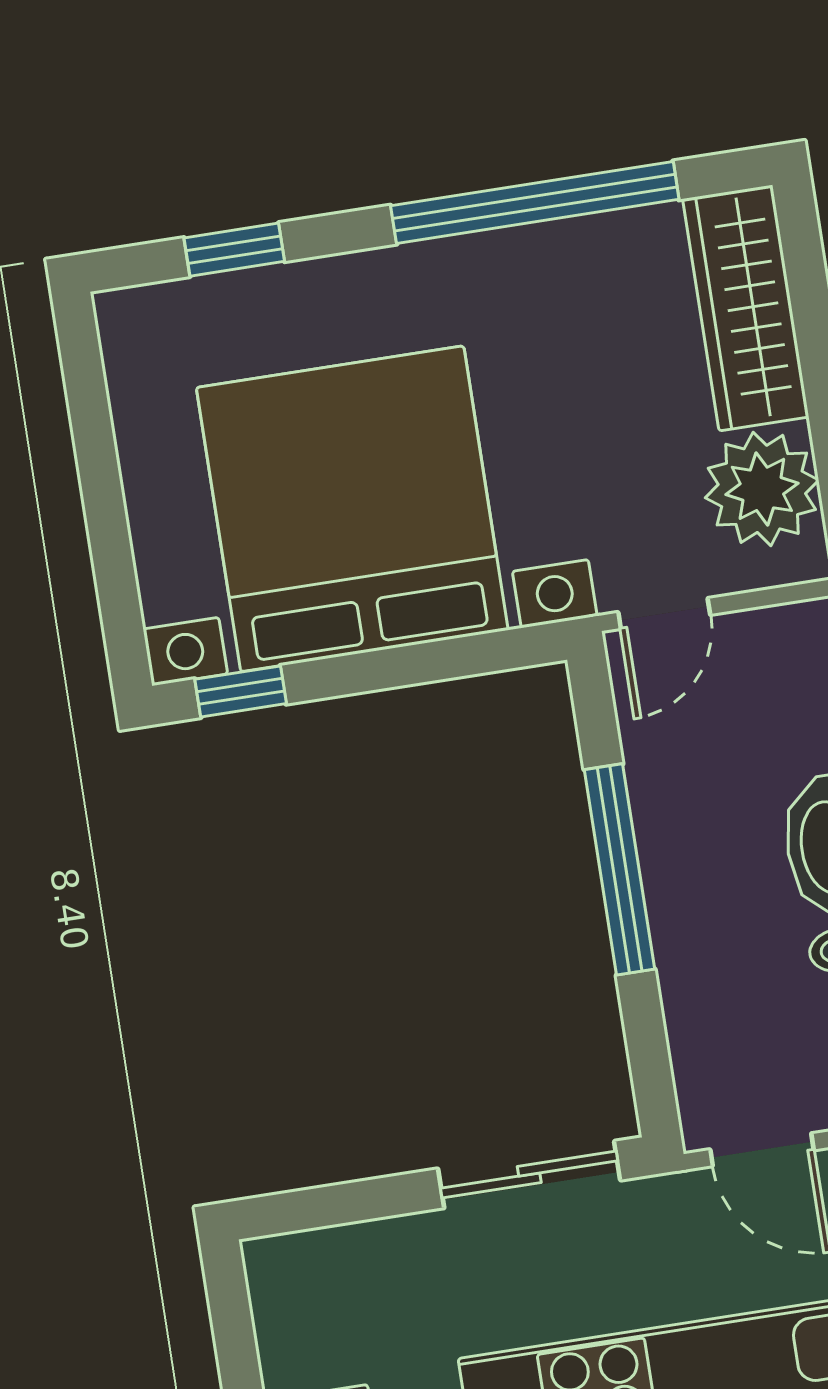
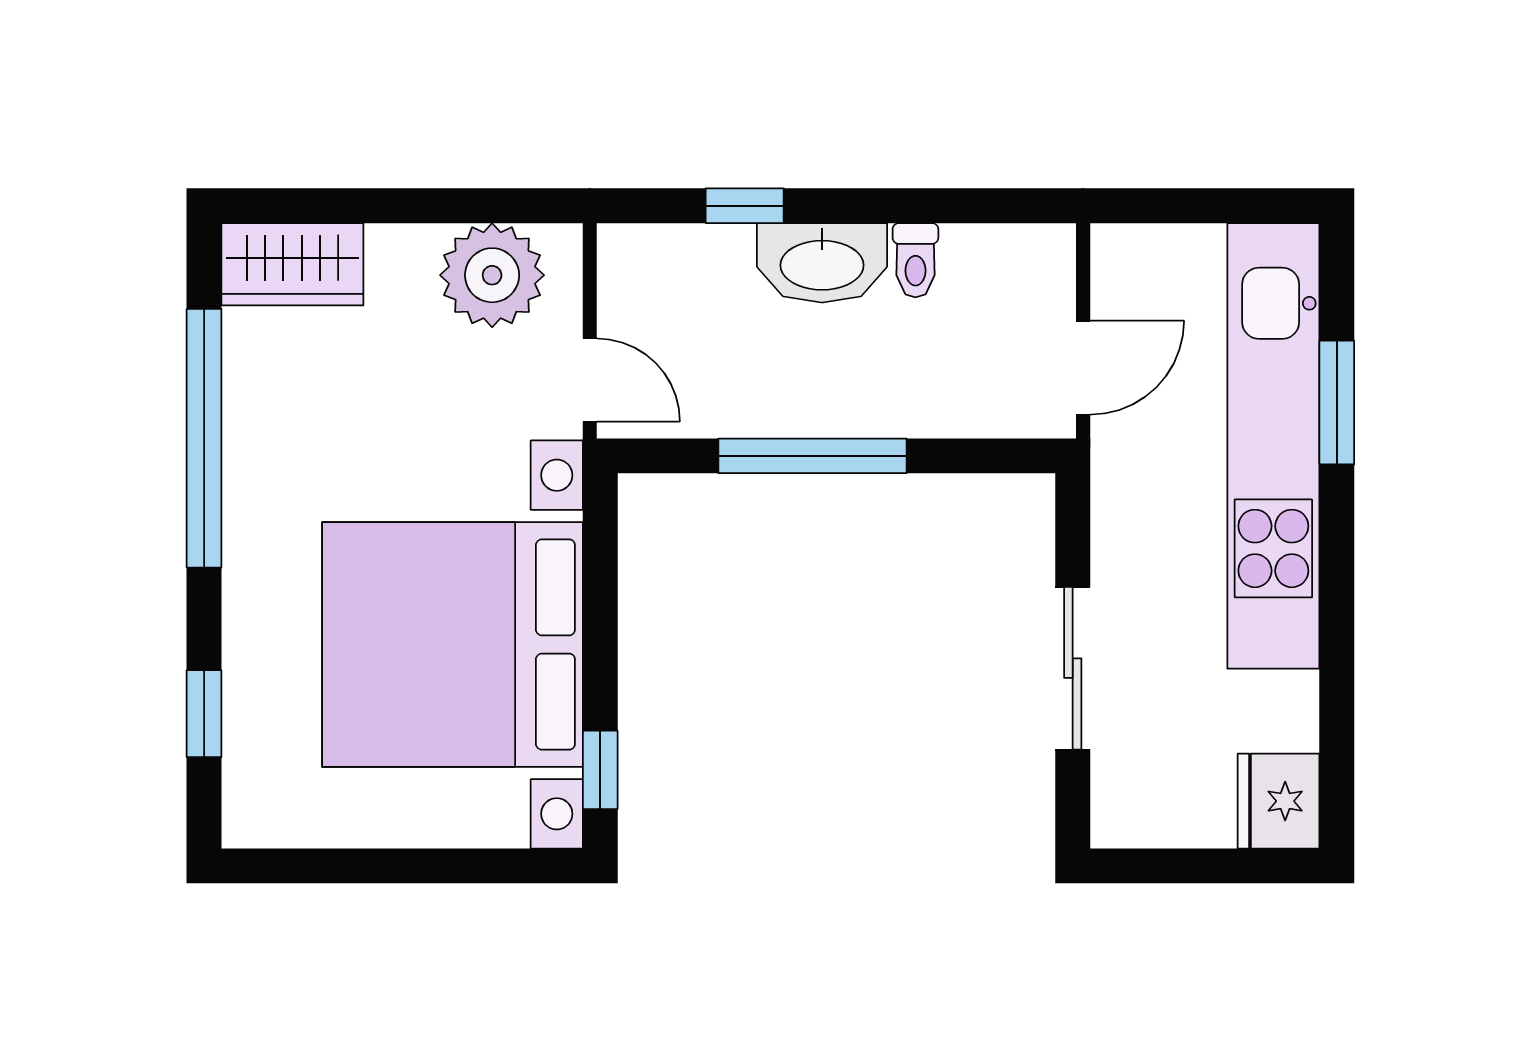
wardrobe: (746, 308) -> (292, 264), width x0.67
sliding door: (529, 1175) -> (1073, 668), moved

